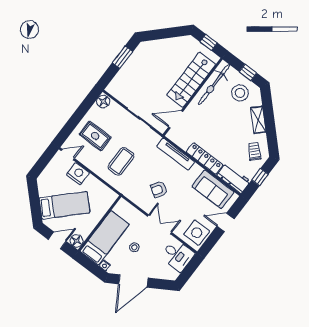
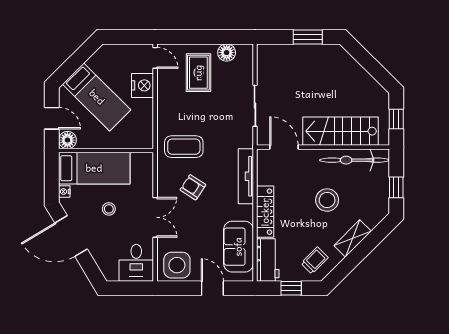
stool: (240, 93) -> (327, 200), moved
floor lamp: (103, 102) -> (227, 53), moved
coffee table: (121, 161) -> (184, 147), moved

